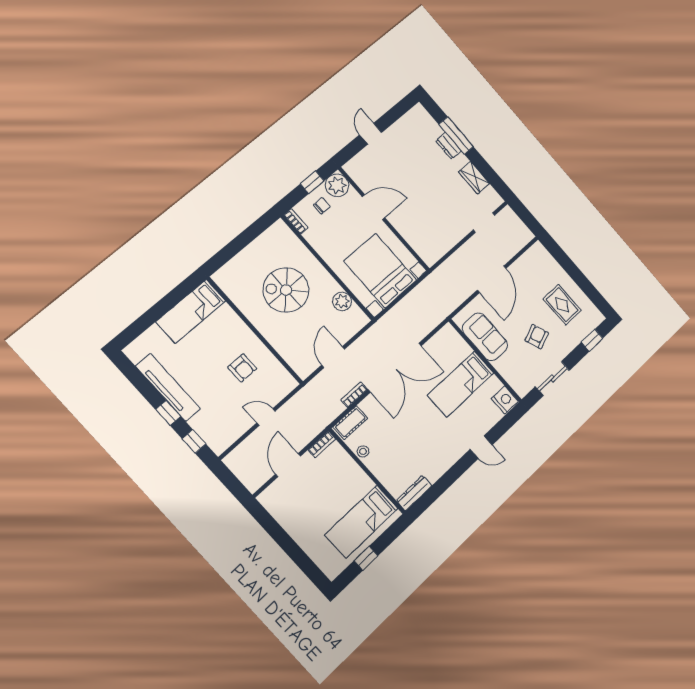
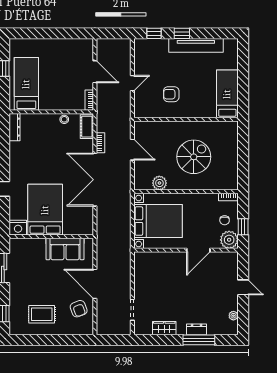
plant: (405, 121) -> (233, 316), added
armchair: (537, 337) -> (79, 309), moved
bed: (461, 384) -> (45, 210), width x1.50

